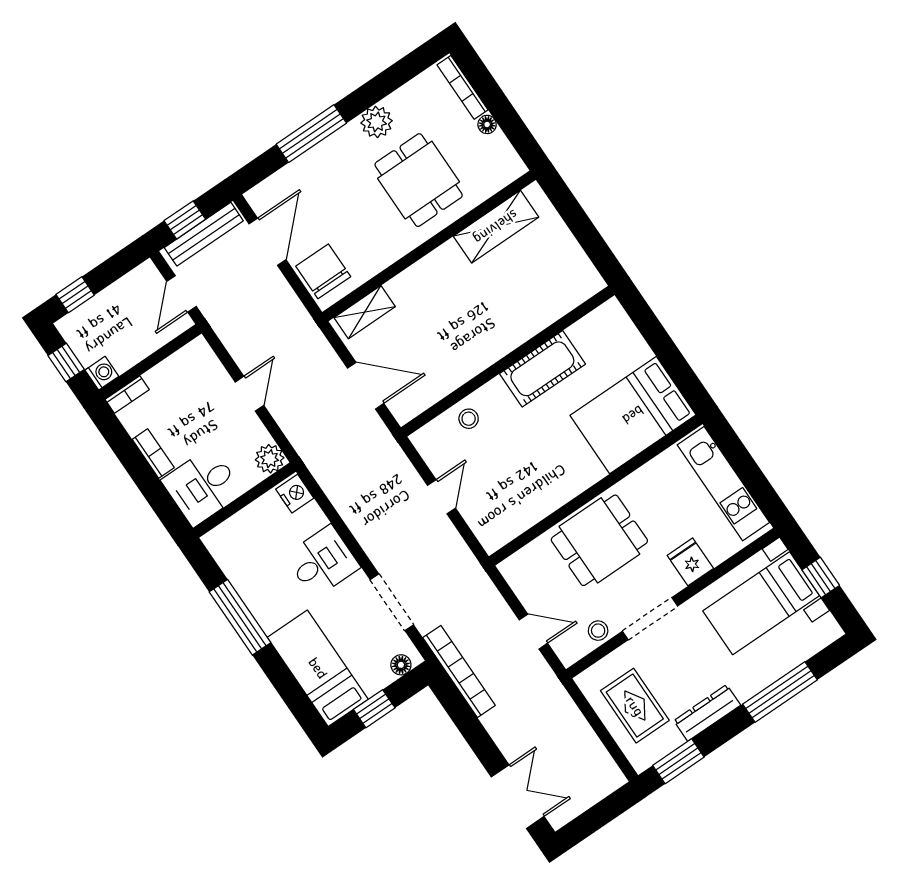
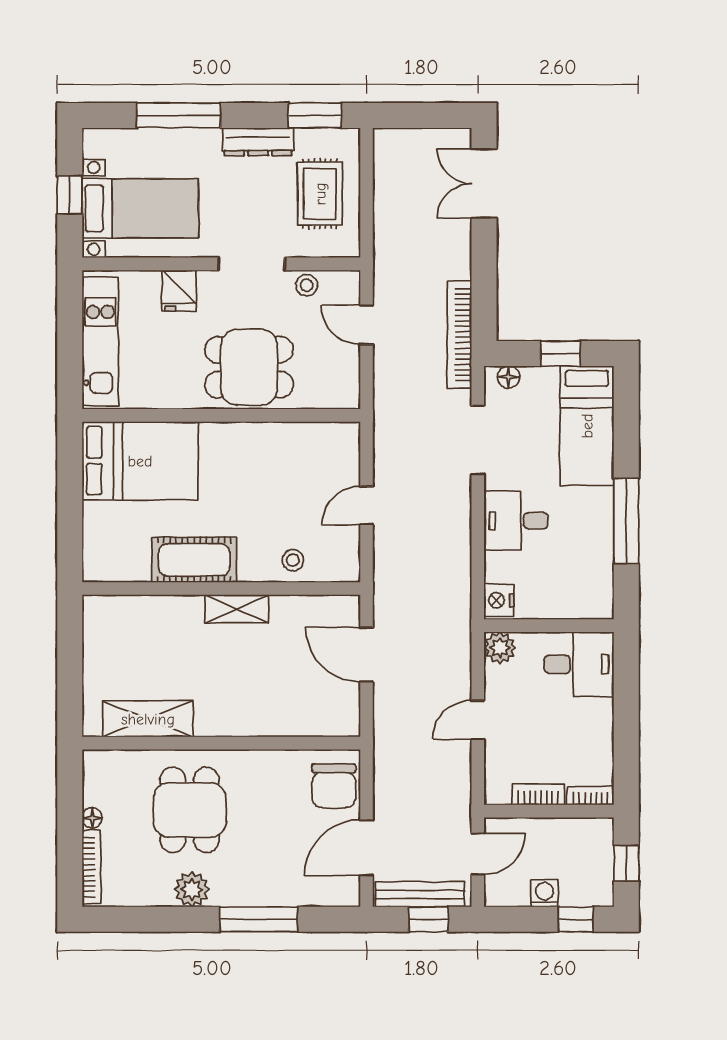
shelving: (365, 312) -> (237, 609), moved
washing machine: (102, 373) -> (544, 893), moved, turned 90
bookcase: (153, 454) -> (538, 794), moved, turned 90

